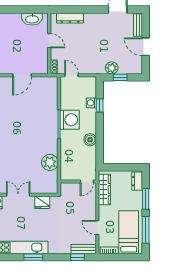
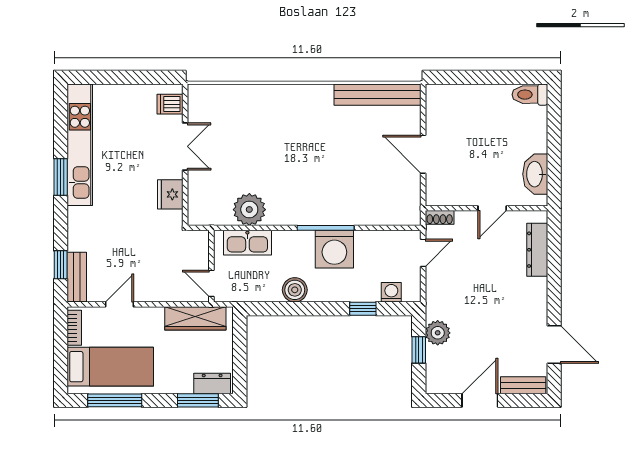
washing machine: (91, 103) -> (391, 292), moved
kitchen sink: (66, 163) -> (247, 243), added
window: (146, 199) -> (198, 400), moved

